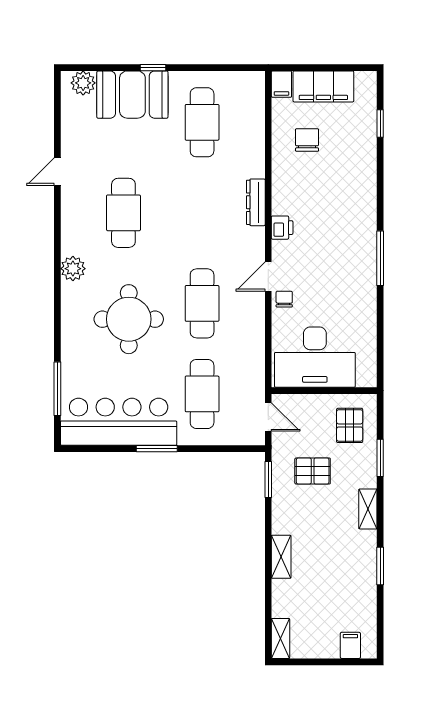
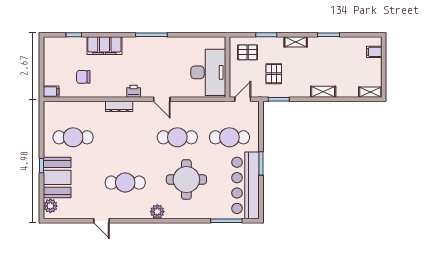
filing cabinet: (323, 86) -> (104, 46), moved, turned 90
chair: (284, 299) -> (175, 90), removed

